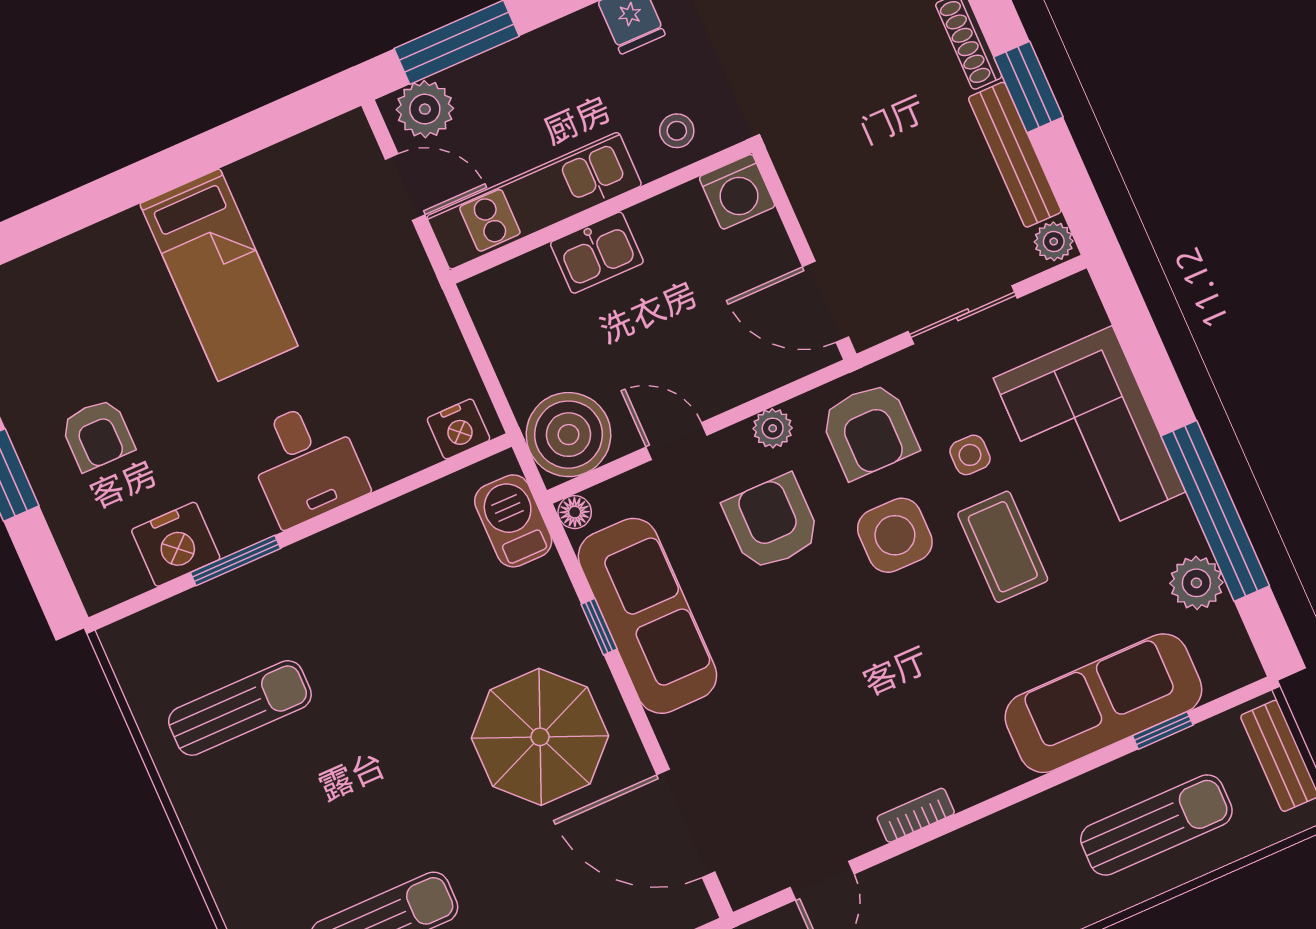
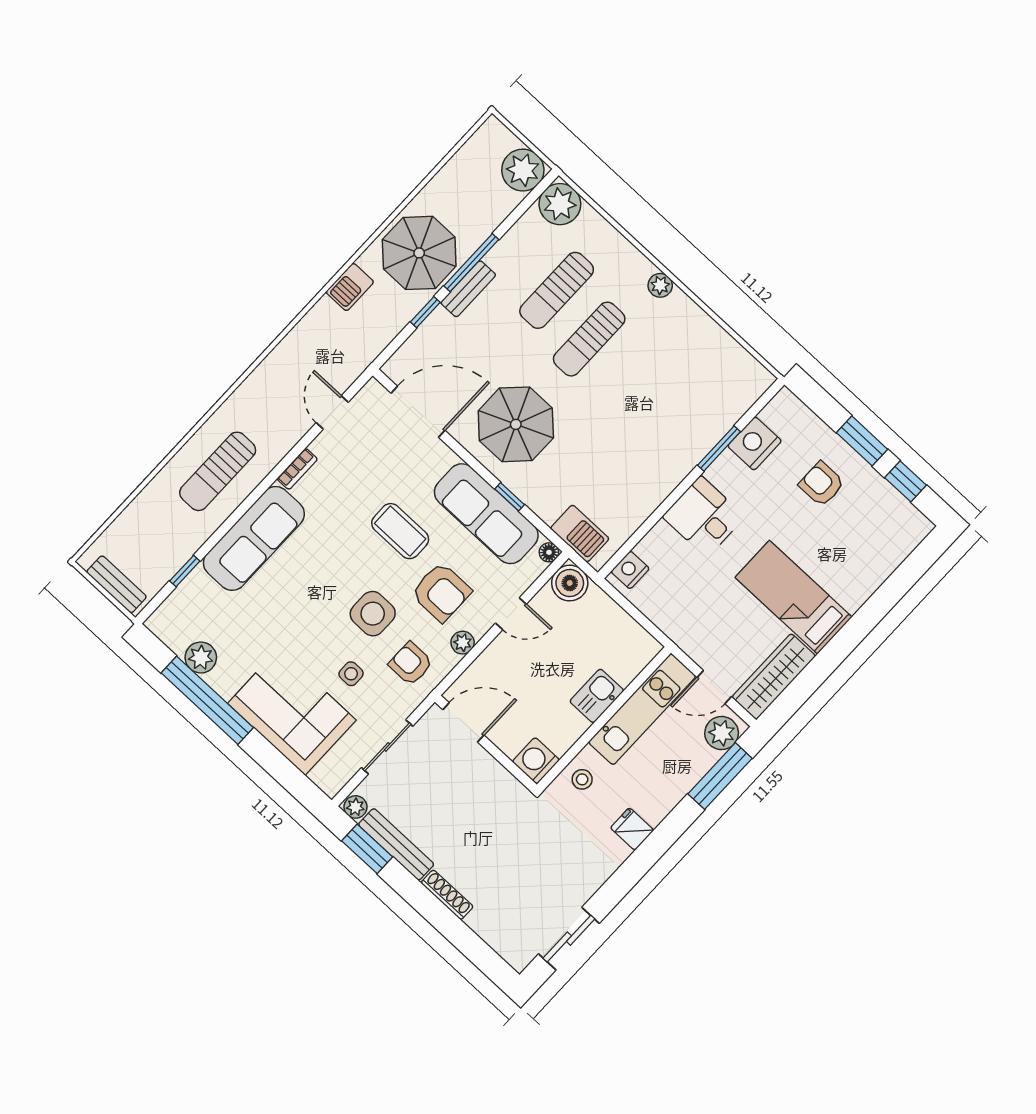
window: (1028, 87) -> (367, 849), moved
wardrobe: (304, 163) -> (774, 677), added
armchair: (869, 430) -> (411, 664), width x0.72, depth x0.72
boiler: (569, 435) -> (570, 583), width x0.73, depth x0.73
coffee table: (1003, 547) -> (400, 531), moved
sofa: (1103, 703) -> (254, 538), moved
sun lounger: (240, 708) -> (589, 339), moved
sun lounger: (1156, 825) -> (218, 471), moved
plant: (217, 858) -> (660, 285), added

